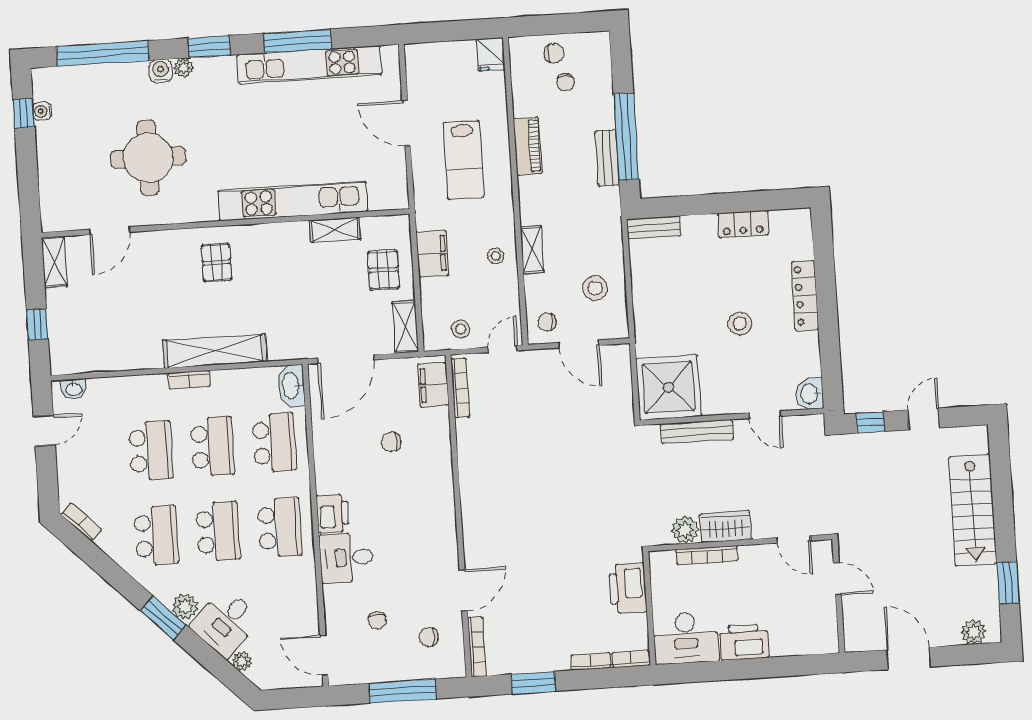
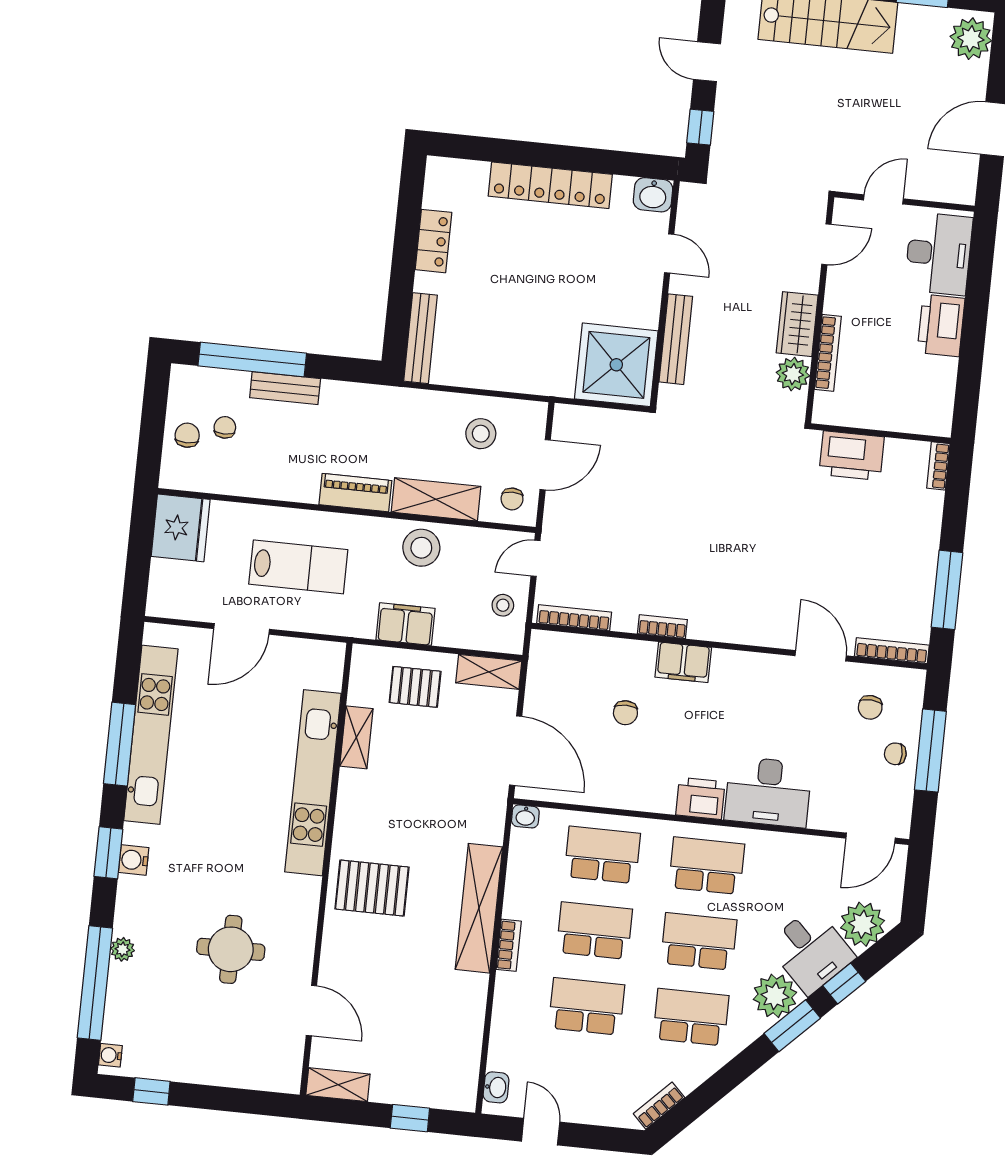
fridge: (491, 54) -> (181, 528), width x1.88, depth x1.34
plant: (183, 68) -> (123, 949), moved
water cooler: (161, 71) -> (134, 860), moved
chair: (565, 82) -> (225, 427), turned -90
water cooler: (42, 111) -> (110, 1055), moved, turned 90
window: (626, 137) -> (252, 359), moved
piano: (528, 146) -> (355, 493), moved
round table: (148, 158) -> (231, 949), width x0.73, depth x0.73
bench: (607, 158) -> (285, 388), moved
bench: (654, 228) -> (420, 338), width x1.36
shelving: (532, 250) -> (436, 499), width x1.50, depth x1.33
stool: (496, 256) -> (421, 548), width x1.89, depth x1.89
pallet: (216, 263) -> (372, 888), width x1.50, depth x1.42
locker: (805, 296) -> (550, 185), width x1.41, depth x1.21
stool: (740, 324) -> (554, 265), removed
door: (503, 349) -> (536, 558), hinge flipped
filing cabinet: (433, 385) -> (683, 662), moved
washbasin: (291, 386) -> (525, 816), width x0.52, depth x0.69
door: (765, 415) -> (669, 254), hinge flipped
desk: (346, 558) -> (768, 792), width x1.37
plant: (185, 607) -> (775, 996), width x1.36, depth x1.36
chair: (377, 621) -> (895, 754), moved, turned 180
plant: (974, 632) -> (971, 39), width x1.36, depth x1.36
desk: (686, 638) -> (939, 254), moved
window: (204, 654) -> (844, 983), added
plant: (242, 661) -> (863, 924), width x1.87, depth x1.87
bookcase: (591, 661) -> (662, 627), moved, turned 90
window: (533, 683) -> (947, 590), width x1.44

